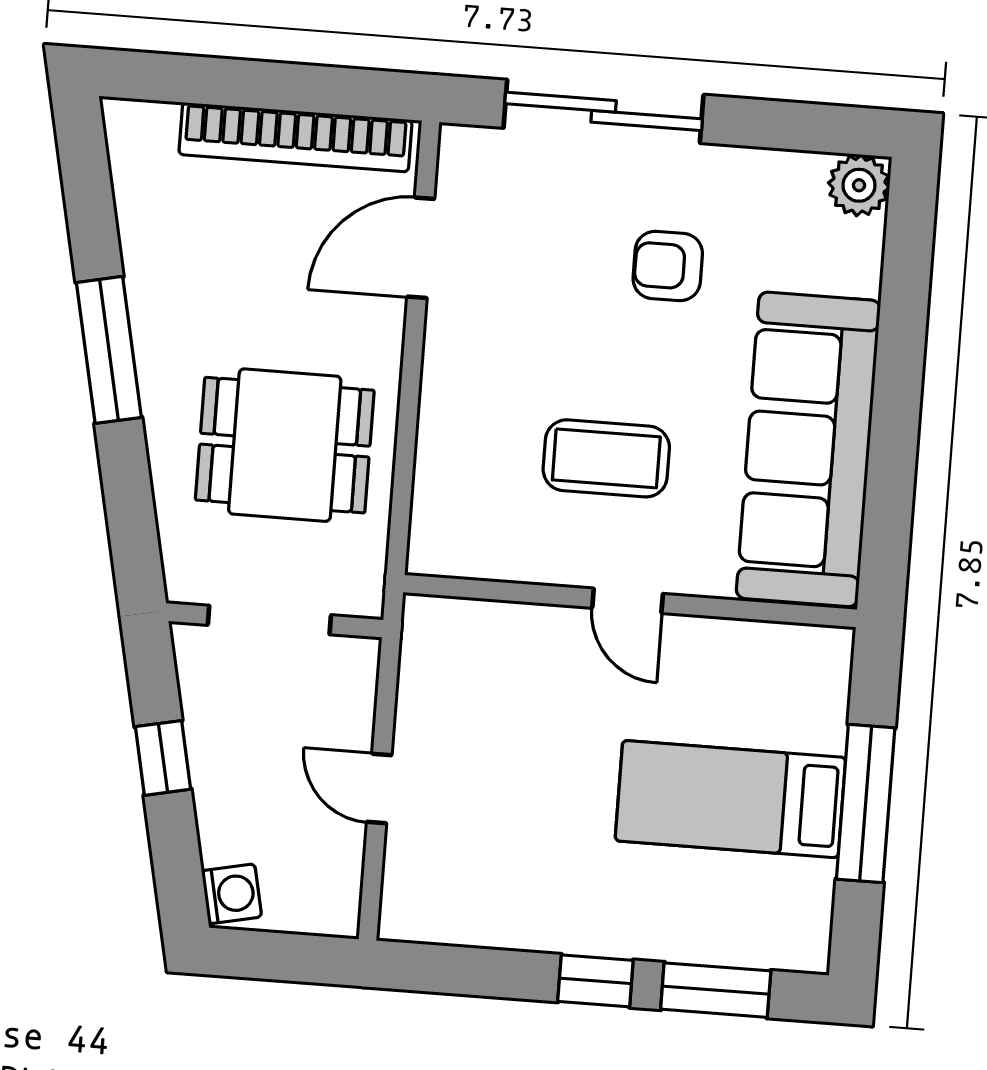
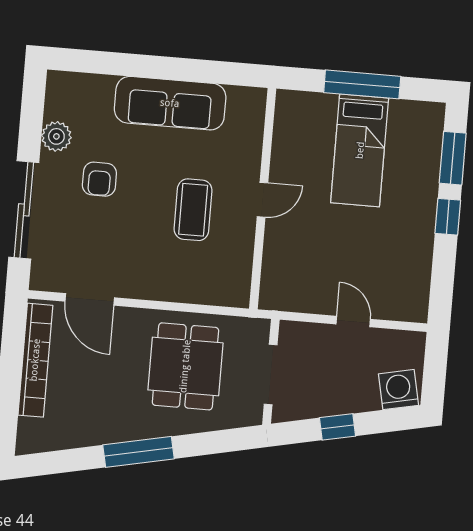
plant: (859, 185) -> (56, 136), moved
sofa: (808, 449) -> (170, 103), width x0.74, depth x0.79
door: (379, 788) -> (353, 322), swing flipped
washing machine: (232, 894) -> (399, 390), width x1.38, depth x1.38

